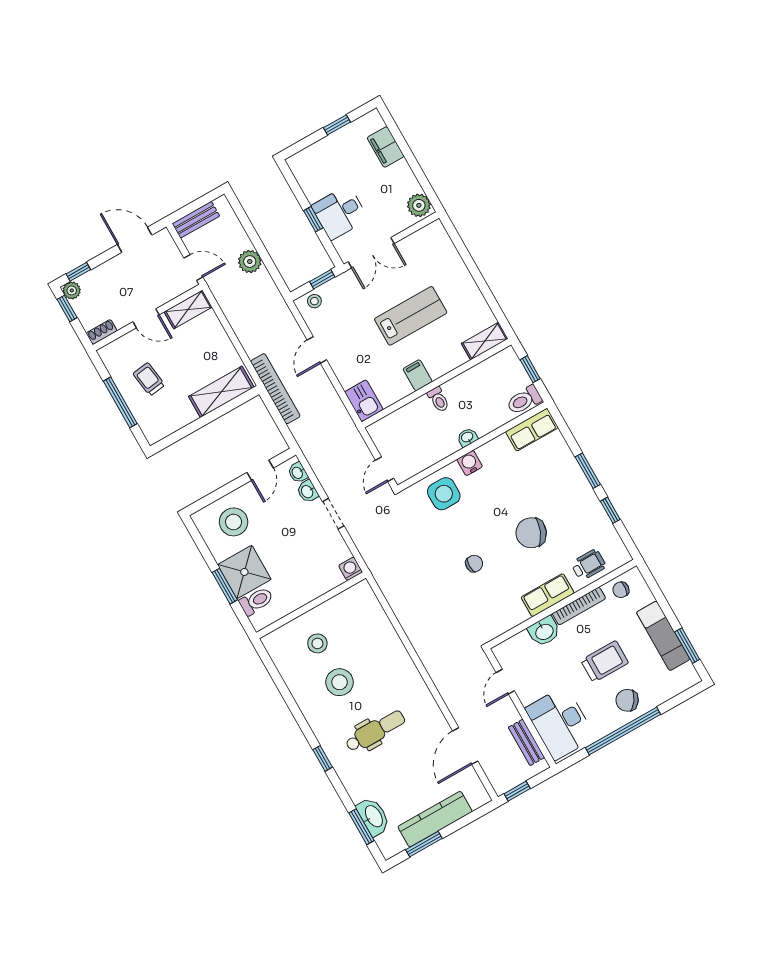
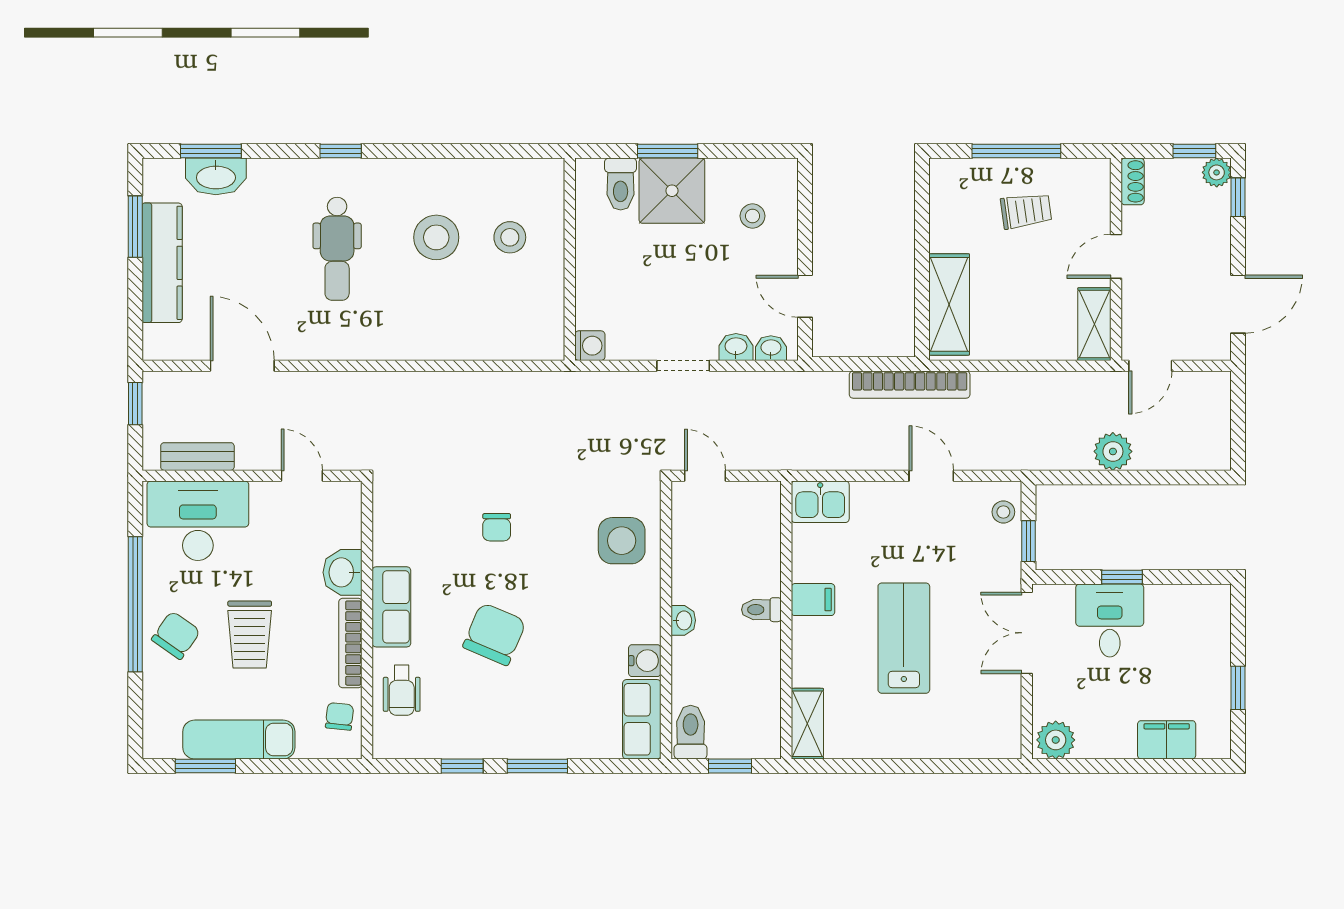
bench: (196, 220) -> (1217, 408), removed
lab bench: (411, 316) -> (904, 638), turned 180
water cooler: (470, 463) -> (645, 661), moved
stool: (234, 522) -> (753, 216), width x0.53, depth x0.53

